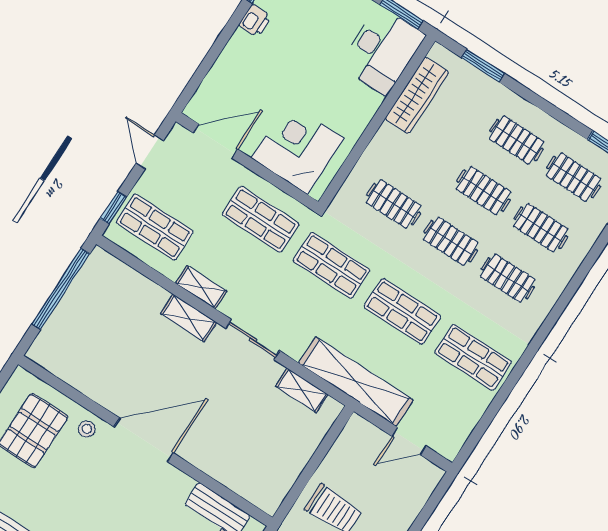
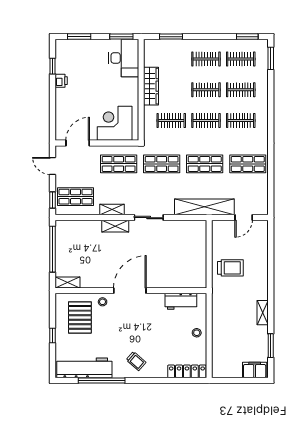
wardrobe: (417, 95) -> (151, 86), moved
shelving: (302, 390) -> (67, 283), moved

